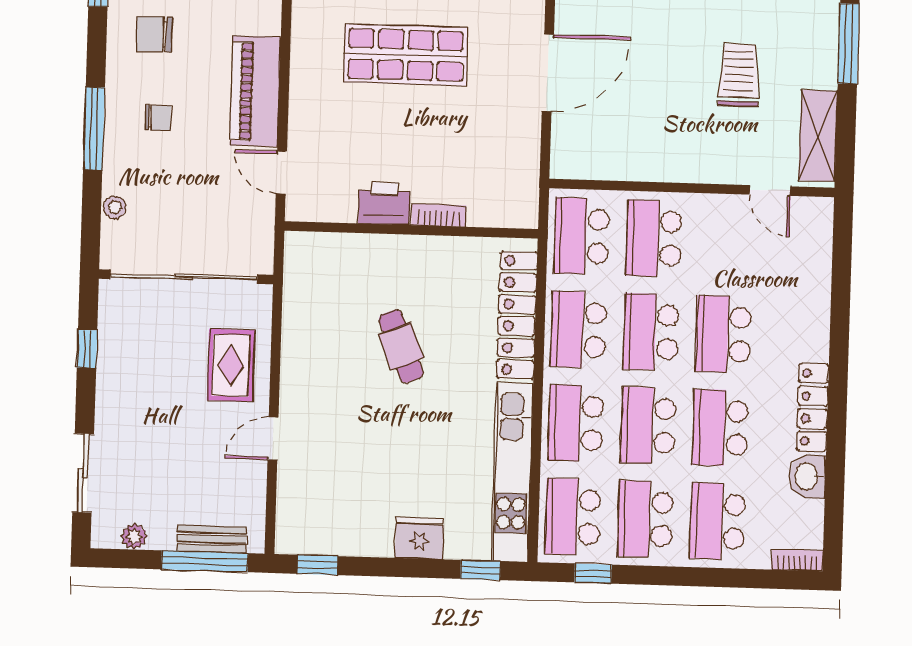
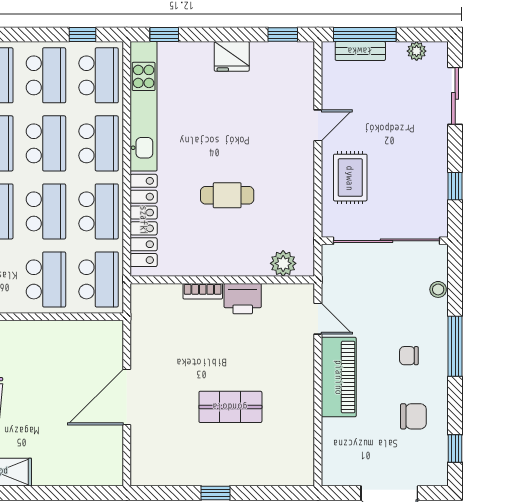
shop shelf: (406, 55) -> (230, 407), width x0.70, depth x0.74
plant: (327, 250) -> (283, 263), added
cafe table: (401, 346) -> (227, 195), turned -68
fridge: (419, 538) -> (232, 56), moved

